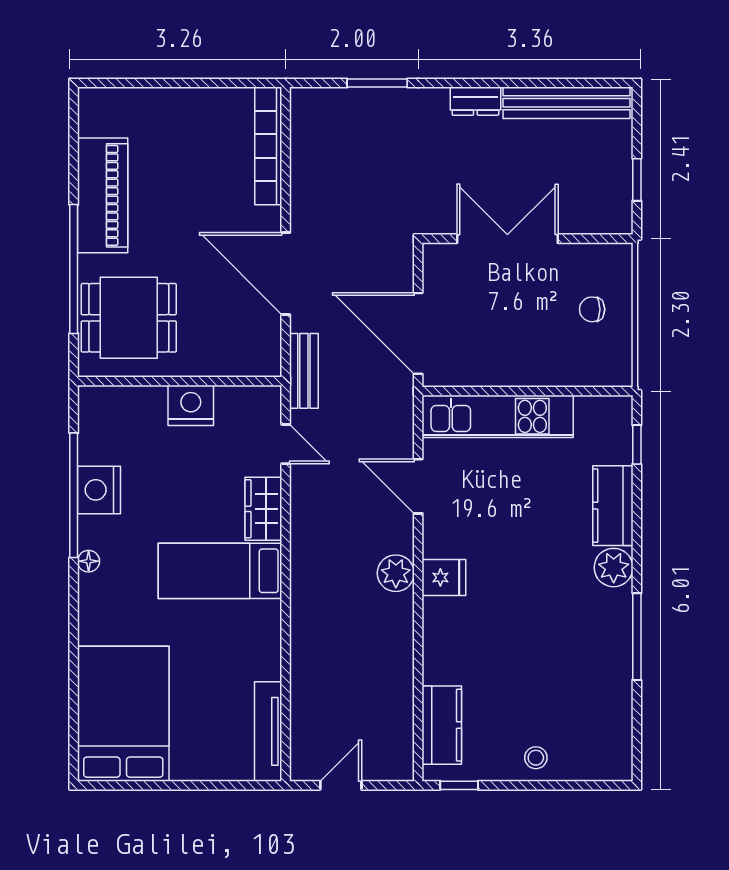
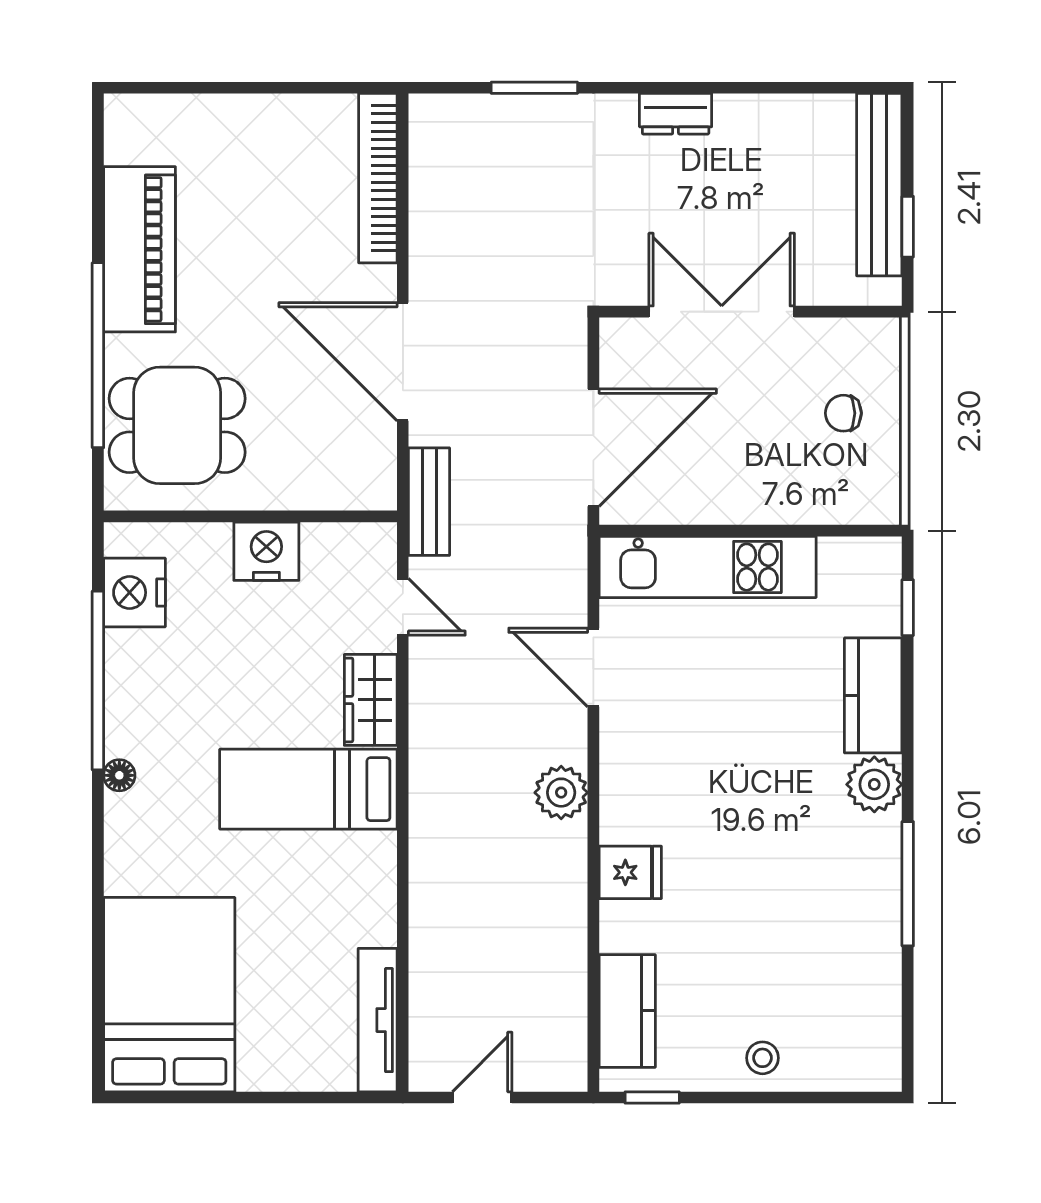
bench: (567, 103) -> (879, 185), moved, turned 90
door: (418, 333) -> (593, 448), swing flipped
nightstand: (99, 490) -> (134, 593), moved
fridge: (444, 577) -> (630, 872), moved

